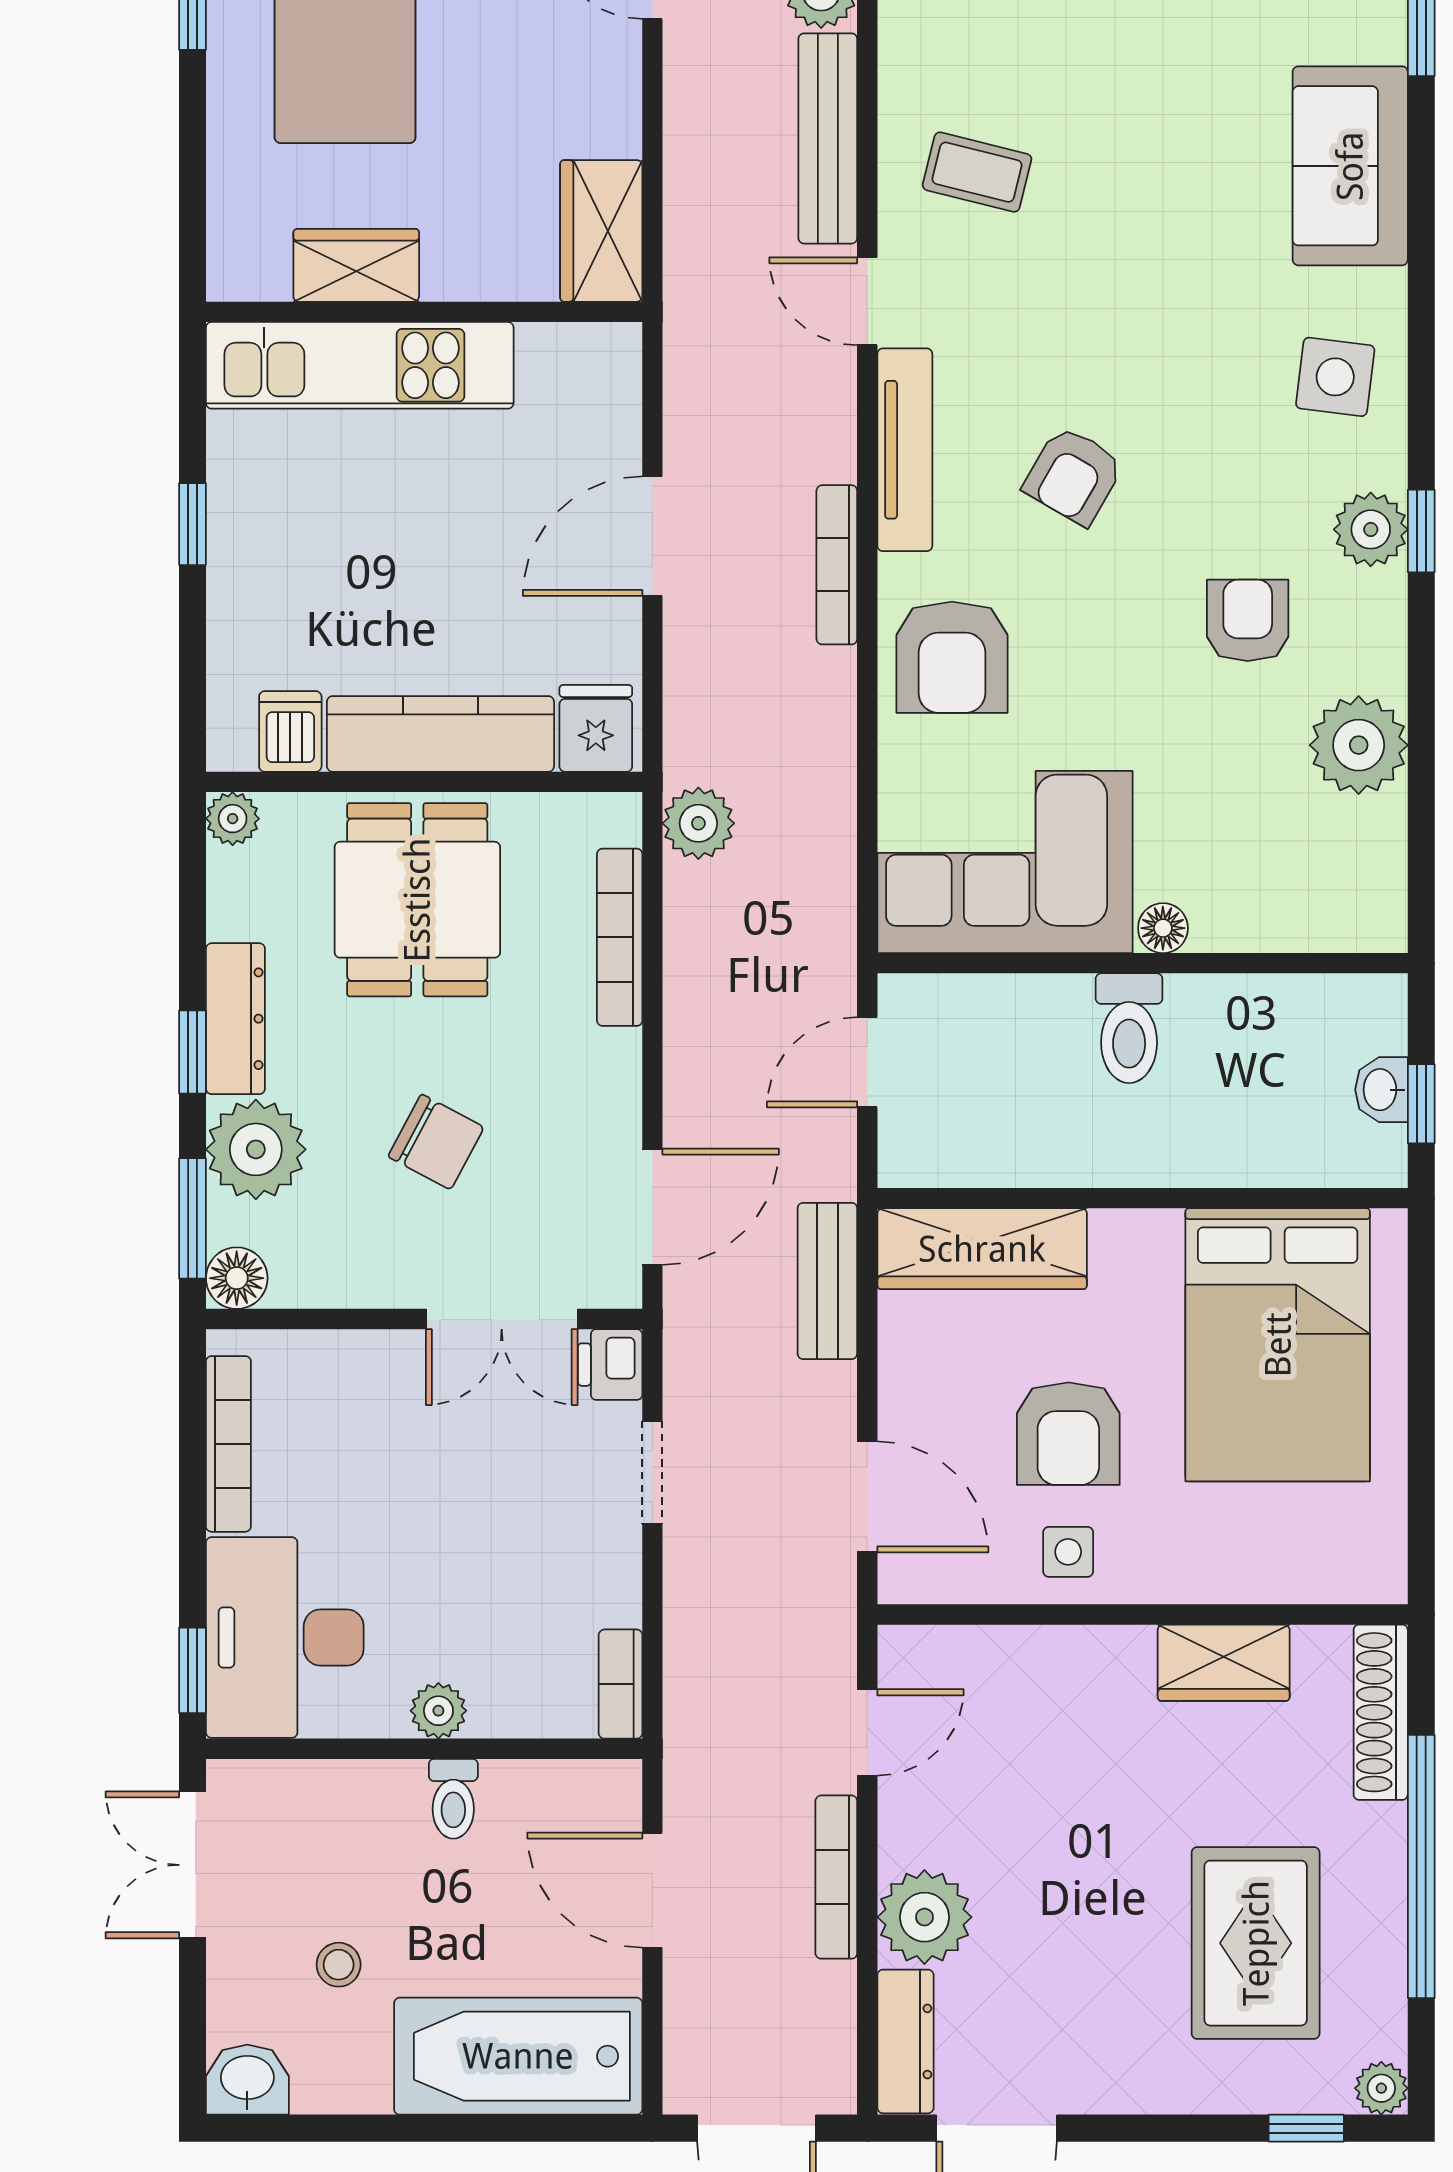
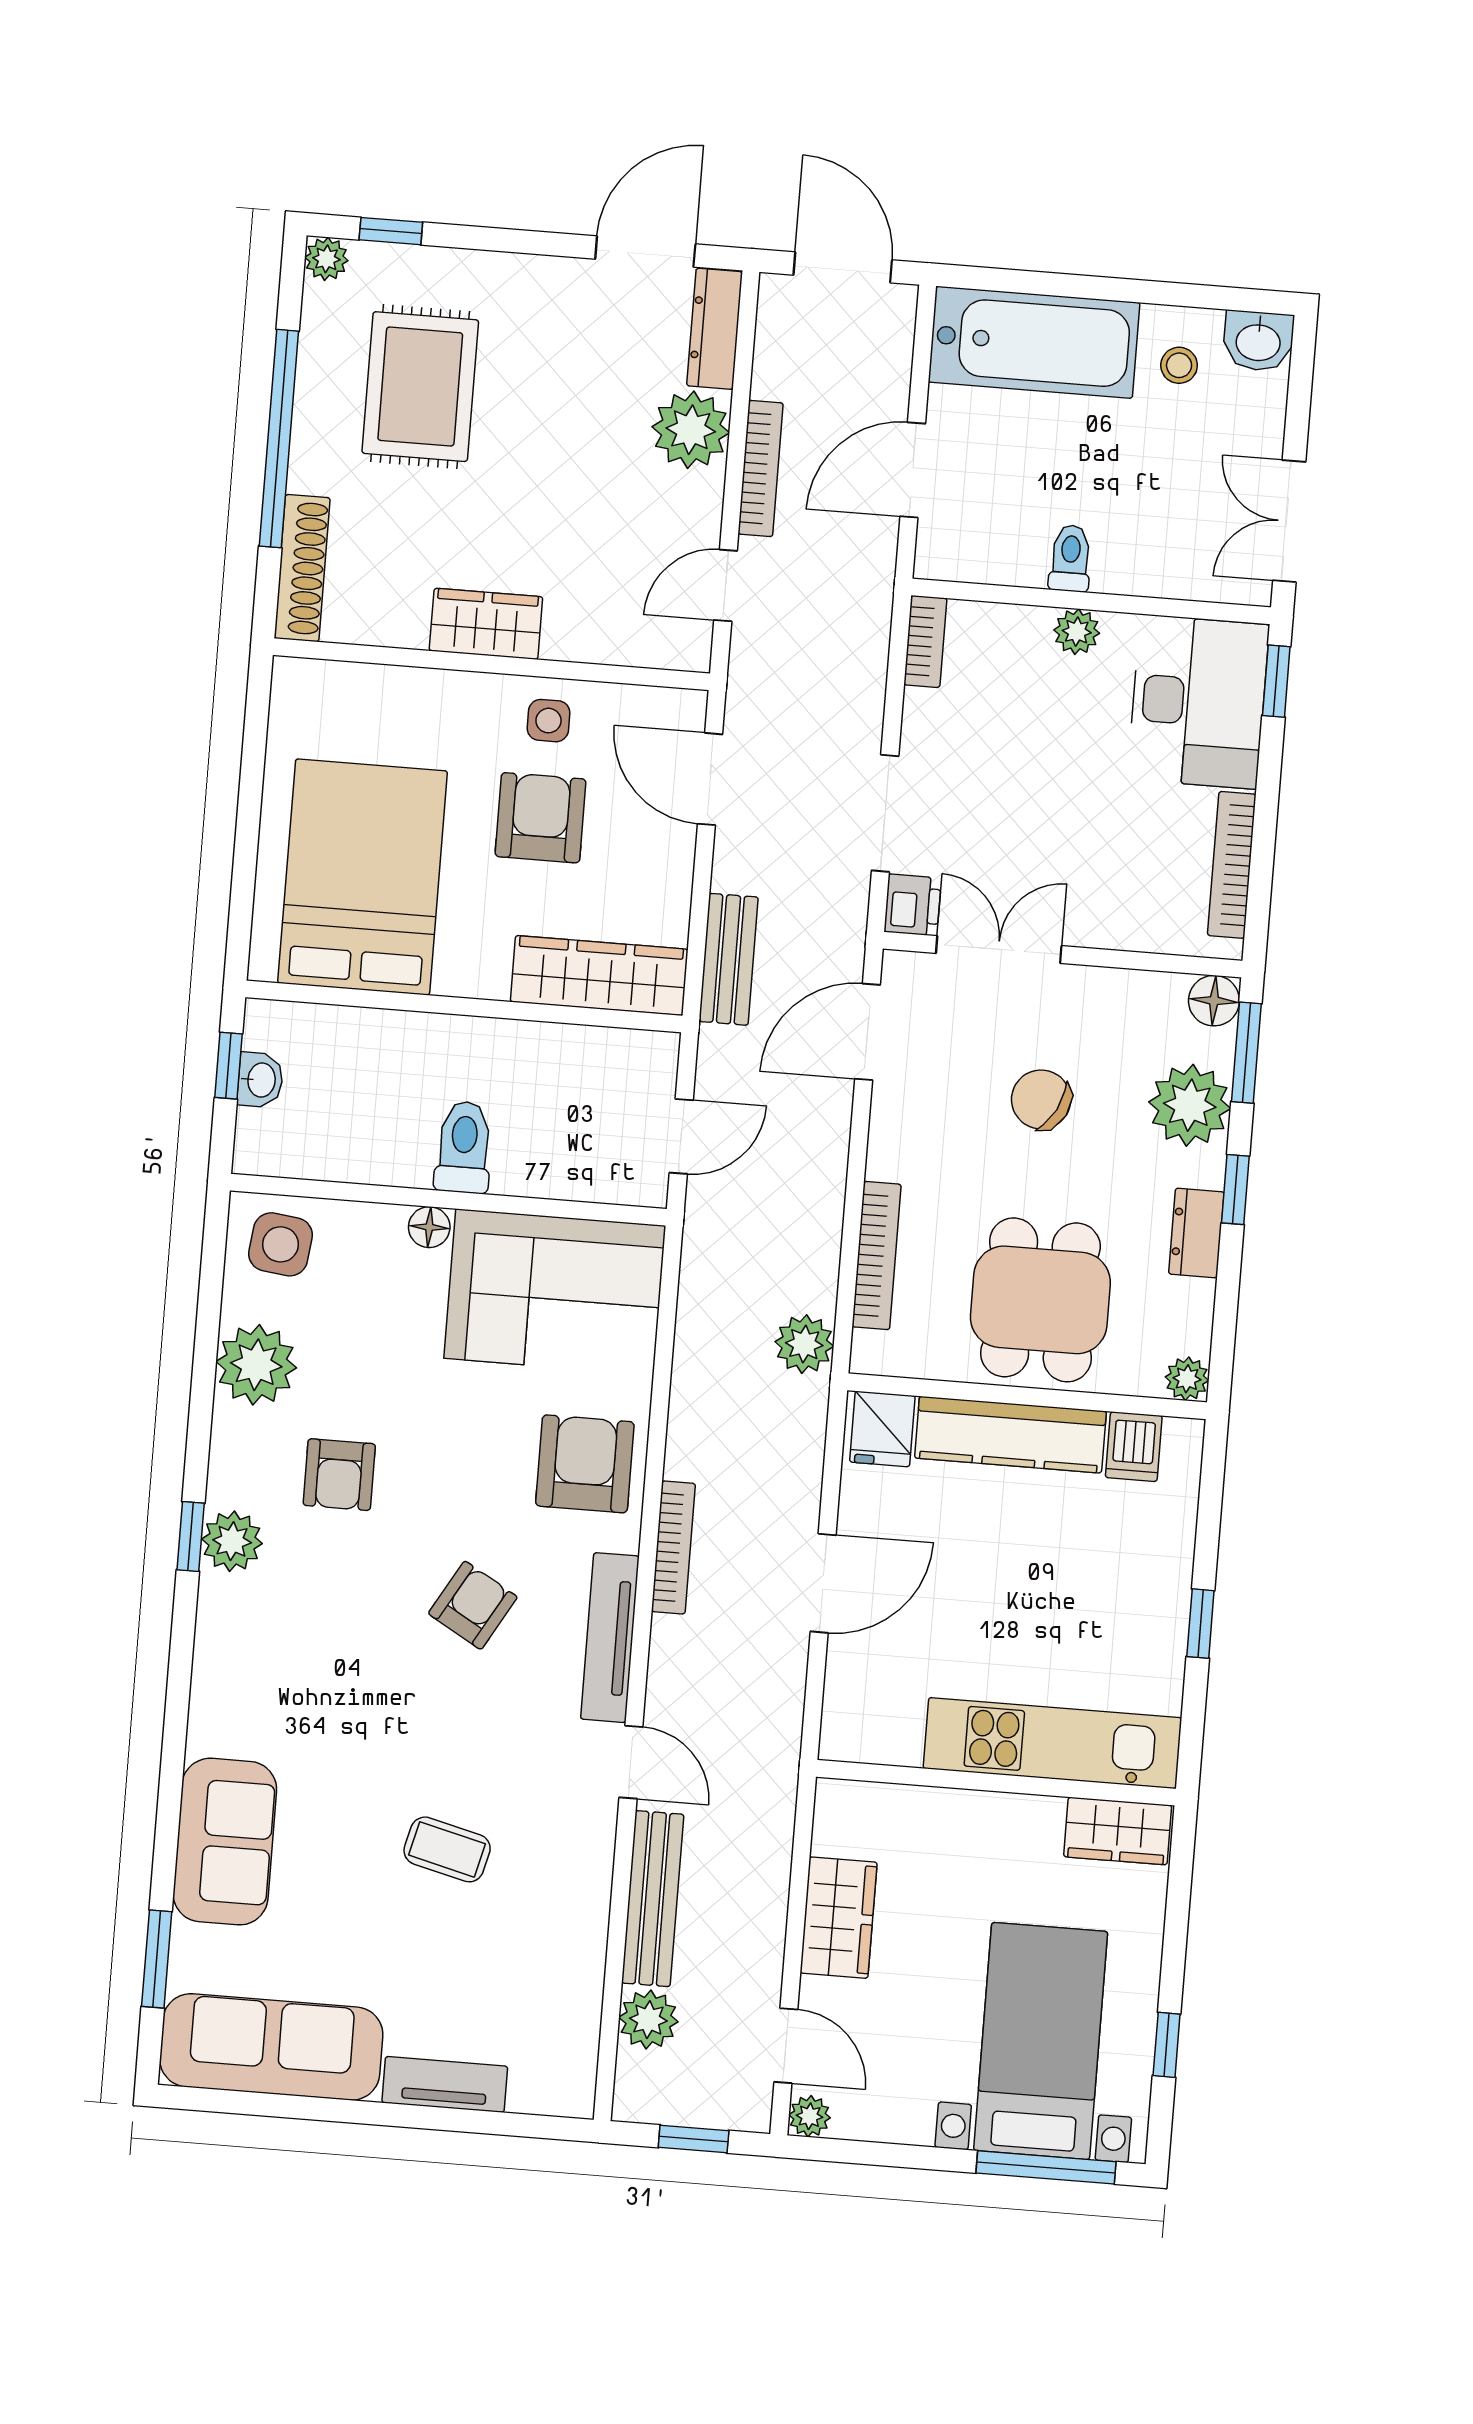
coffee table: (977, 172) -> (447, 1849), moved
wardrobe: (601, 231) -> (839, 1918), moved
wardrobe: (356, 265) -> (1118, 1831), moved
side table: (1335, 377) -> (280, 1244), moved
dresser: (235, 1019) -> (1196, 1233), width x0.70
doorway: (652, 1473) -> (885, 813), width x1.38
wardrobe: (1224, 1663) -> (486, 624), moved
double door: (192, 1865) -> (1289, 521), swing flipped
door: (652, 1890) -> (913, 470), swing flipped
stool: (339, 1965) -> (1179, 365), moved

